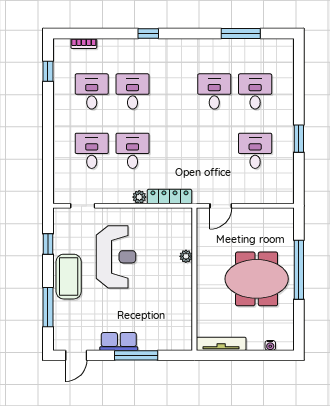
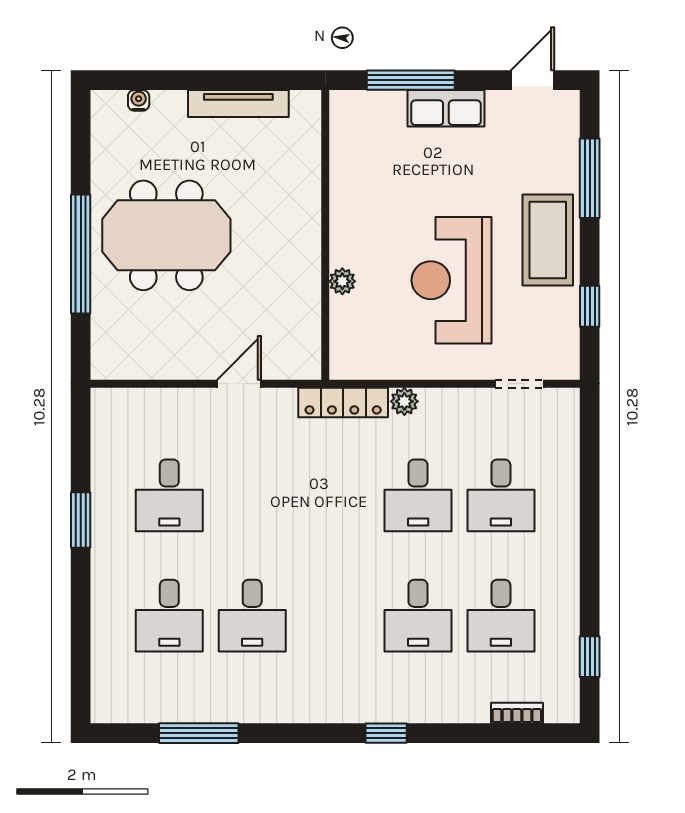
plant: (186, 256) -> (342, 281), moved
wall: (194, 279) -> (325, 235), moved

